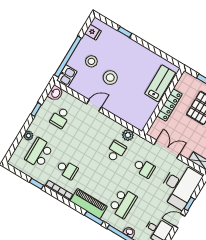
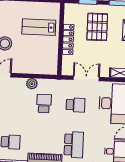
lab bench: (160, 83) -> (39, 27), moved, turned -90
plant: (128, 135) -> (32, 84), moved

